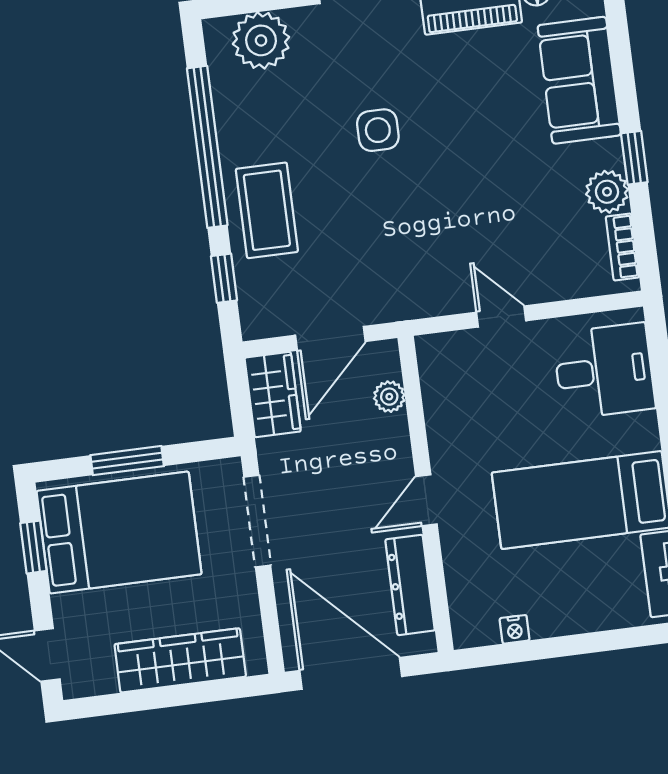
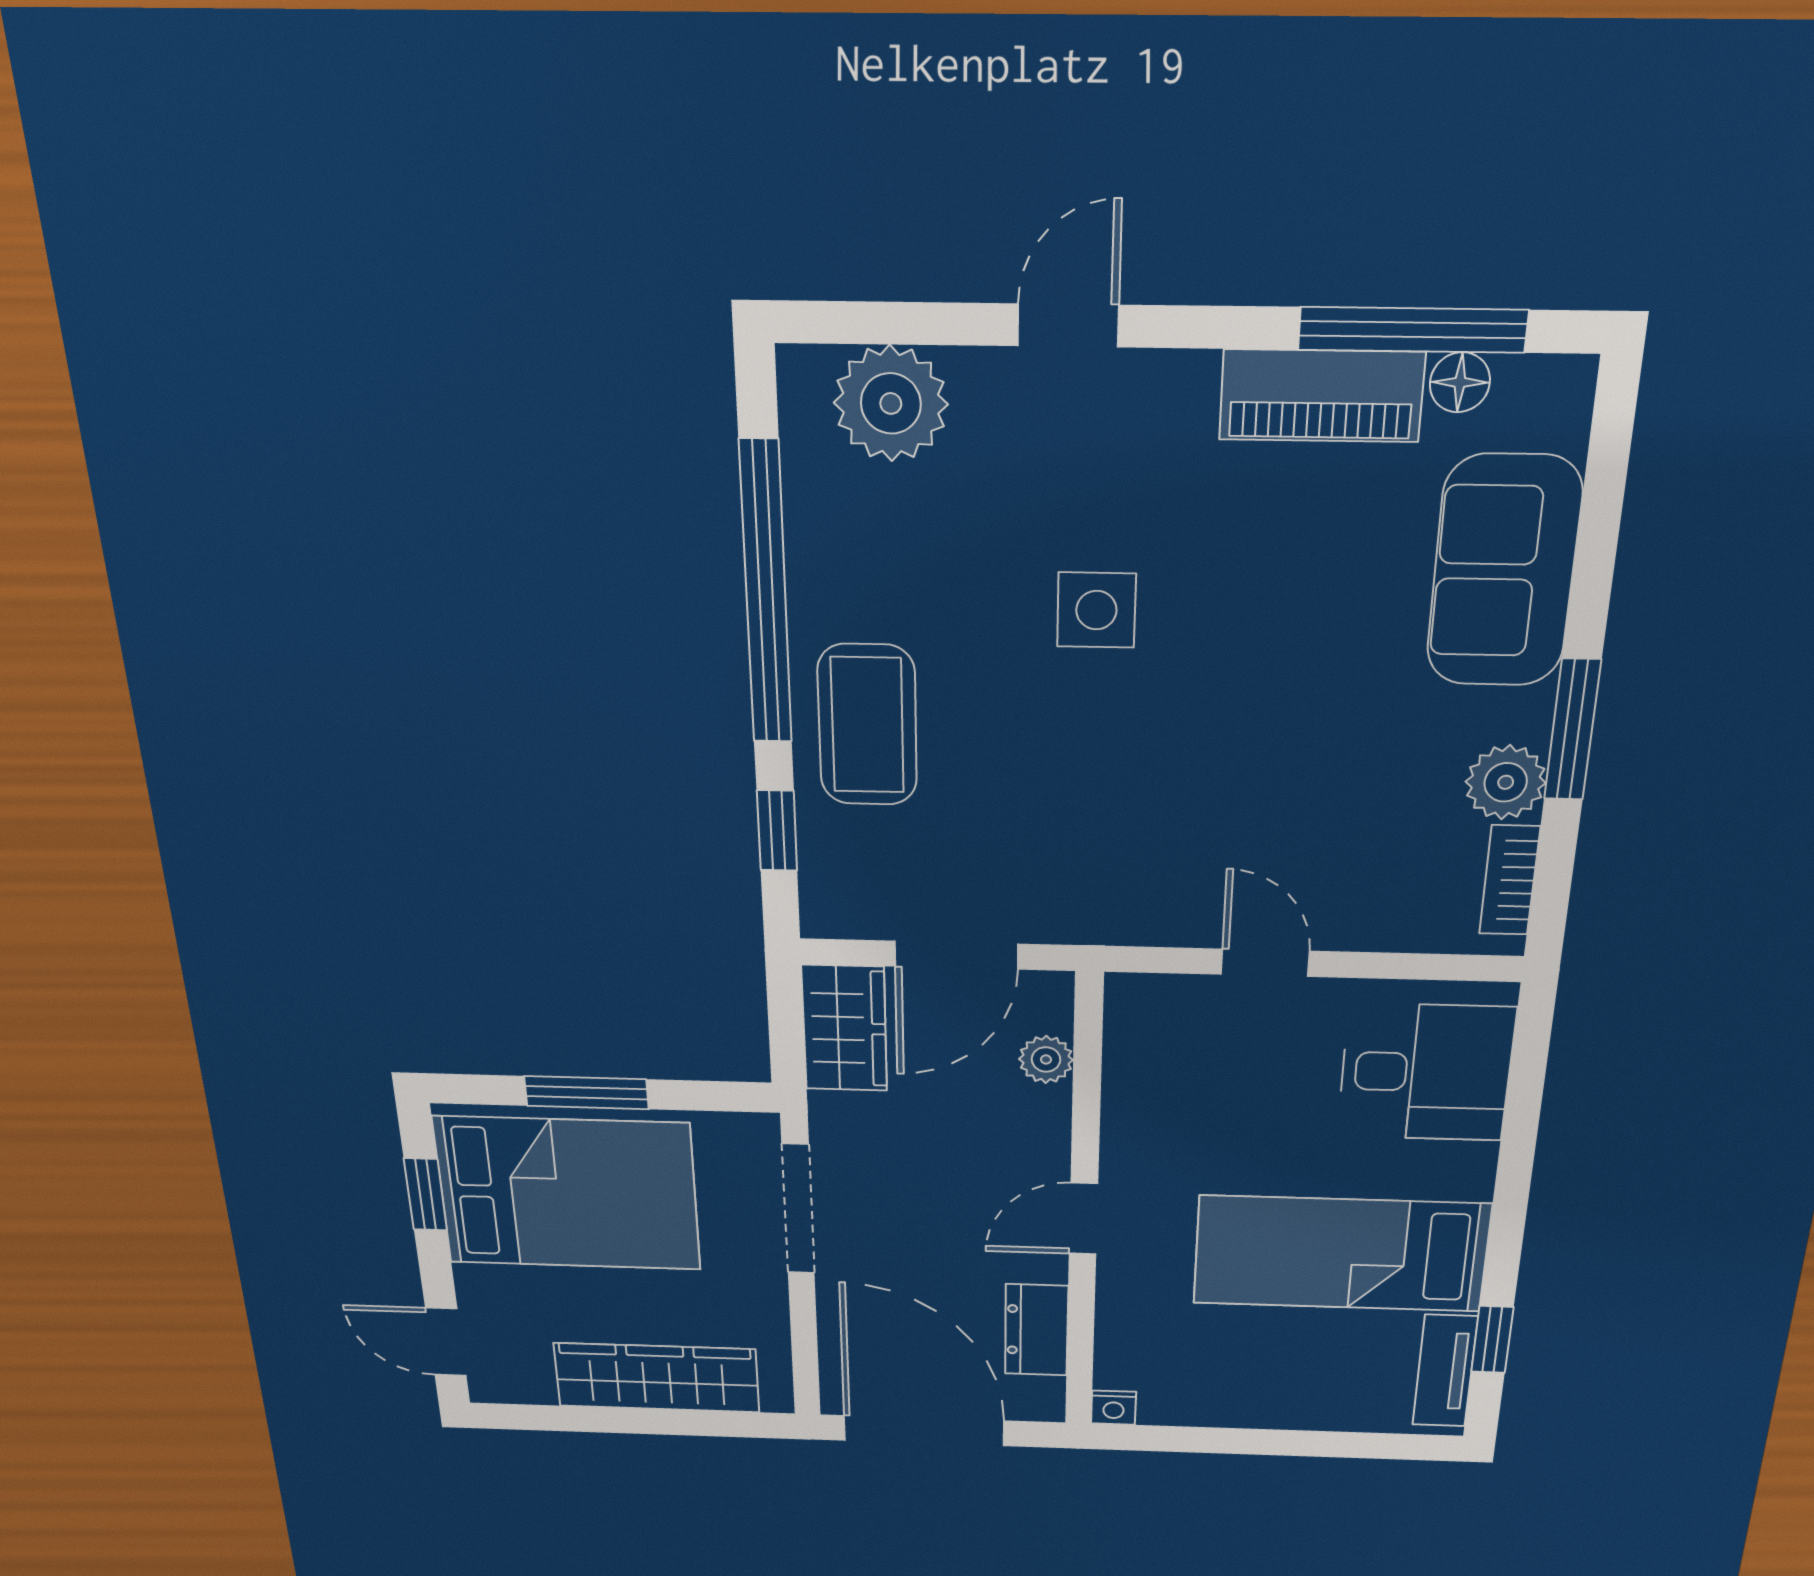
window: (634, 158) -> (1572, 730), width x1.50
dresser: (410, 585) -> (1036, 1330), width x0.70
nightstand: (515, 629) -> (1114, 1408), moved

